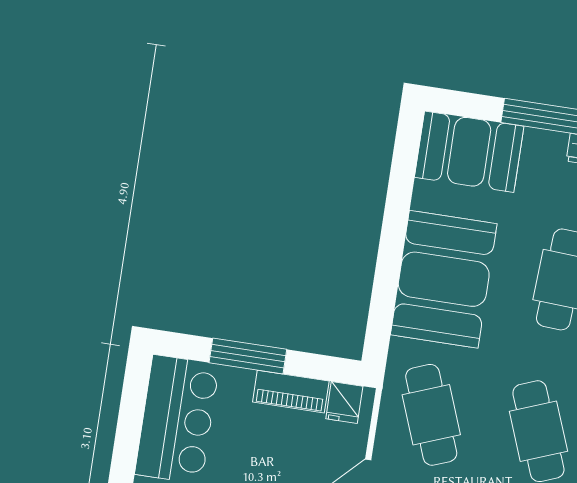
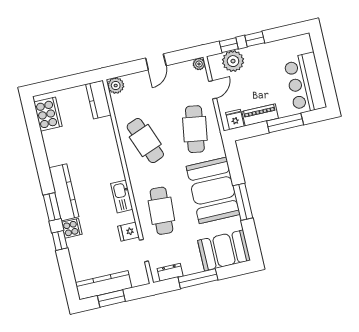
window: (393, 233) -> (243, 202), added
cafe table: (431, 415) -> (195, 129), turned 30

